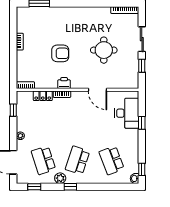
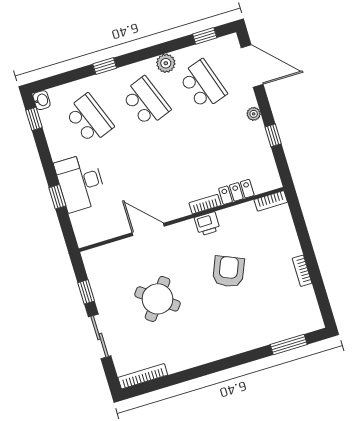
round table: (104, 50) -> (158, 299), turned 37
armchair: (60, 53) -> (228, 272), turned 113
window: (13, 110) -> (273, 135), moved
desk: (127, 113) -> (80, 182), moved
school desk: (78, 160) -> (146, 102), turned -39
window: (70, 187) -> (105, 66), moved

